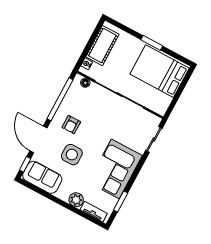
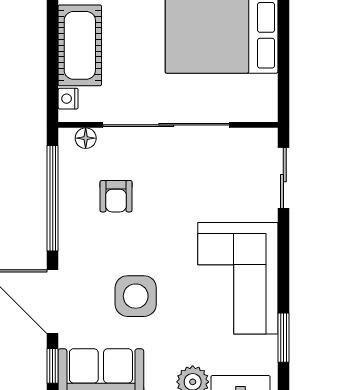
armchair: (71, 125) -> (116, 196), moved

